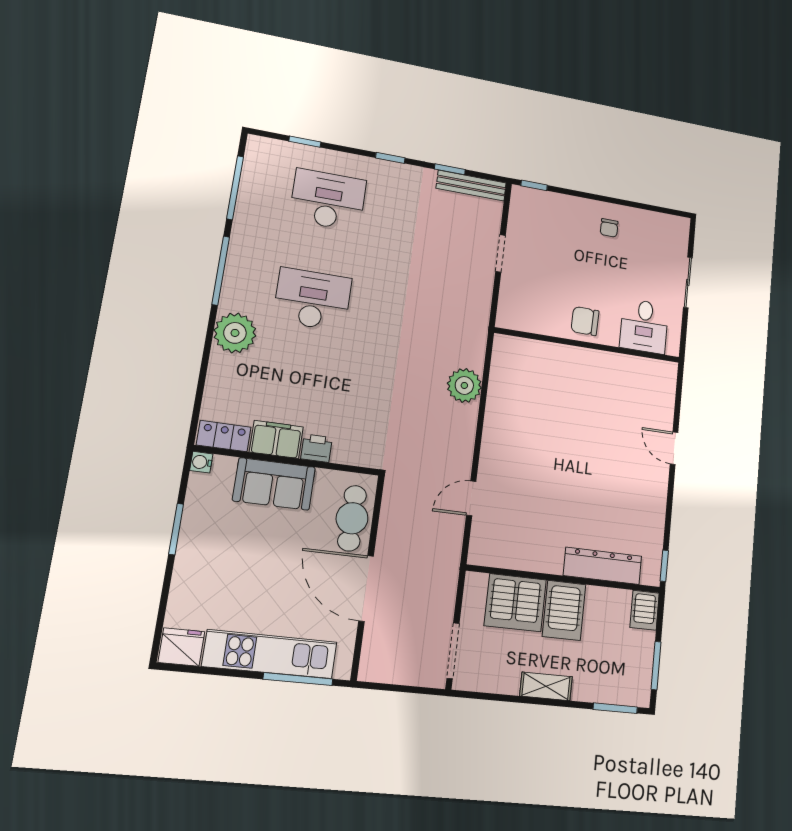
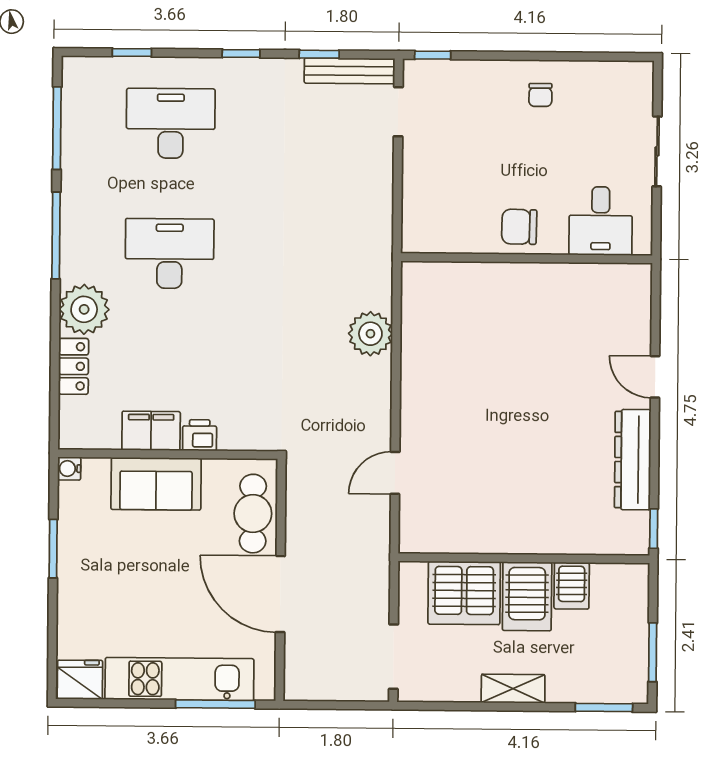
doorway: (501, 253) -> (398, 112), moved
locker: (224, 436) -> (73, 366), moved, turned 90
dresser: (603, 566) -> (633, 460), moved, turned -90
server rack: (645, 610) -> (572, 586), moved

